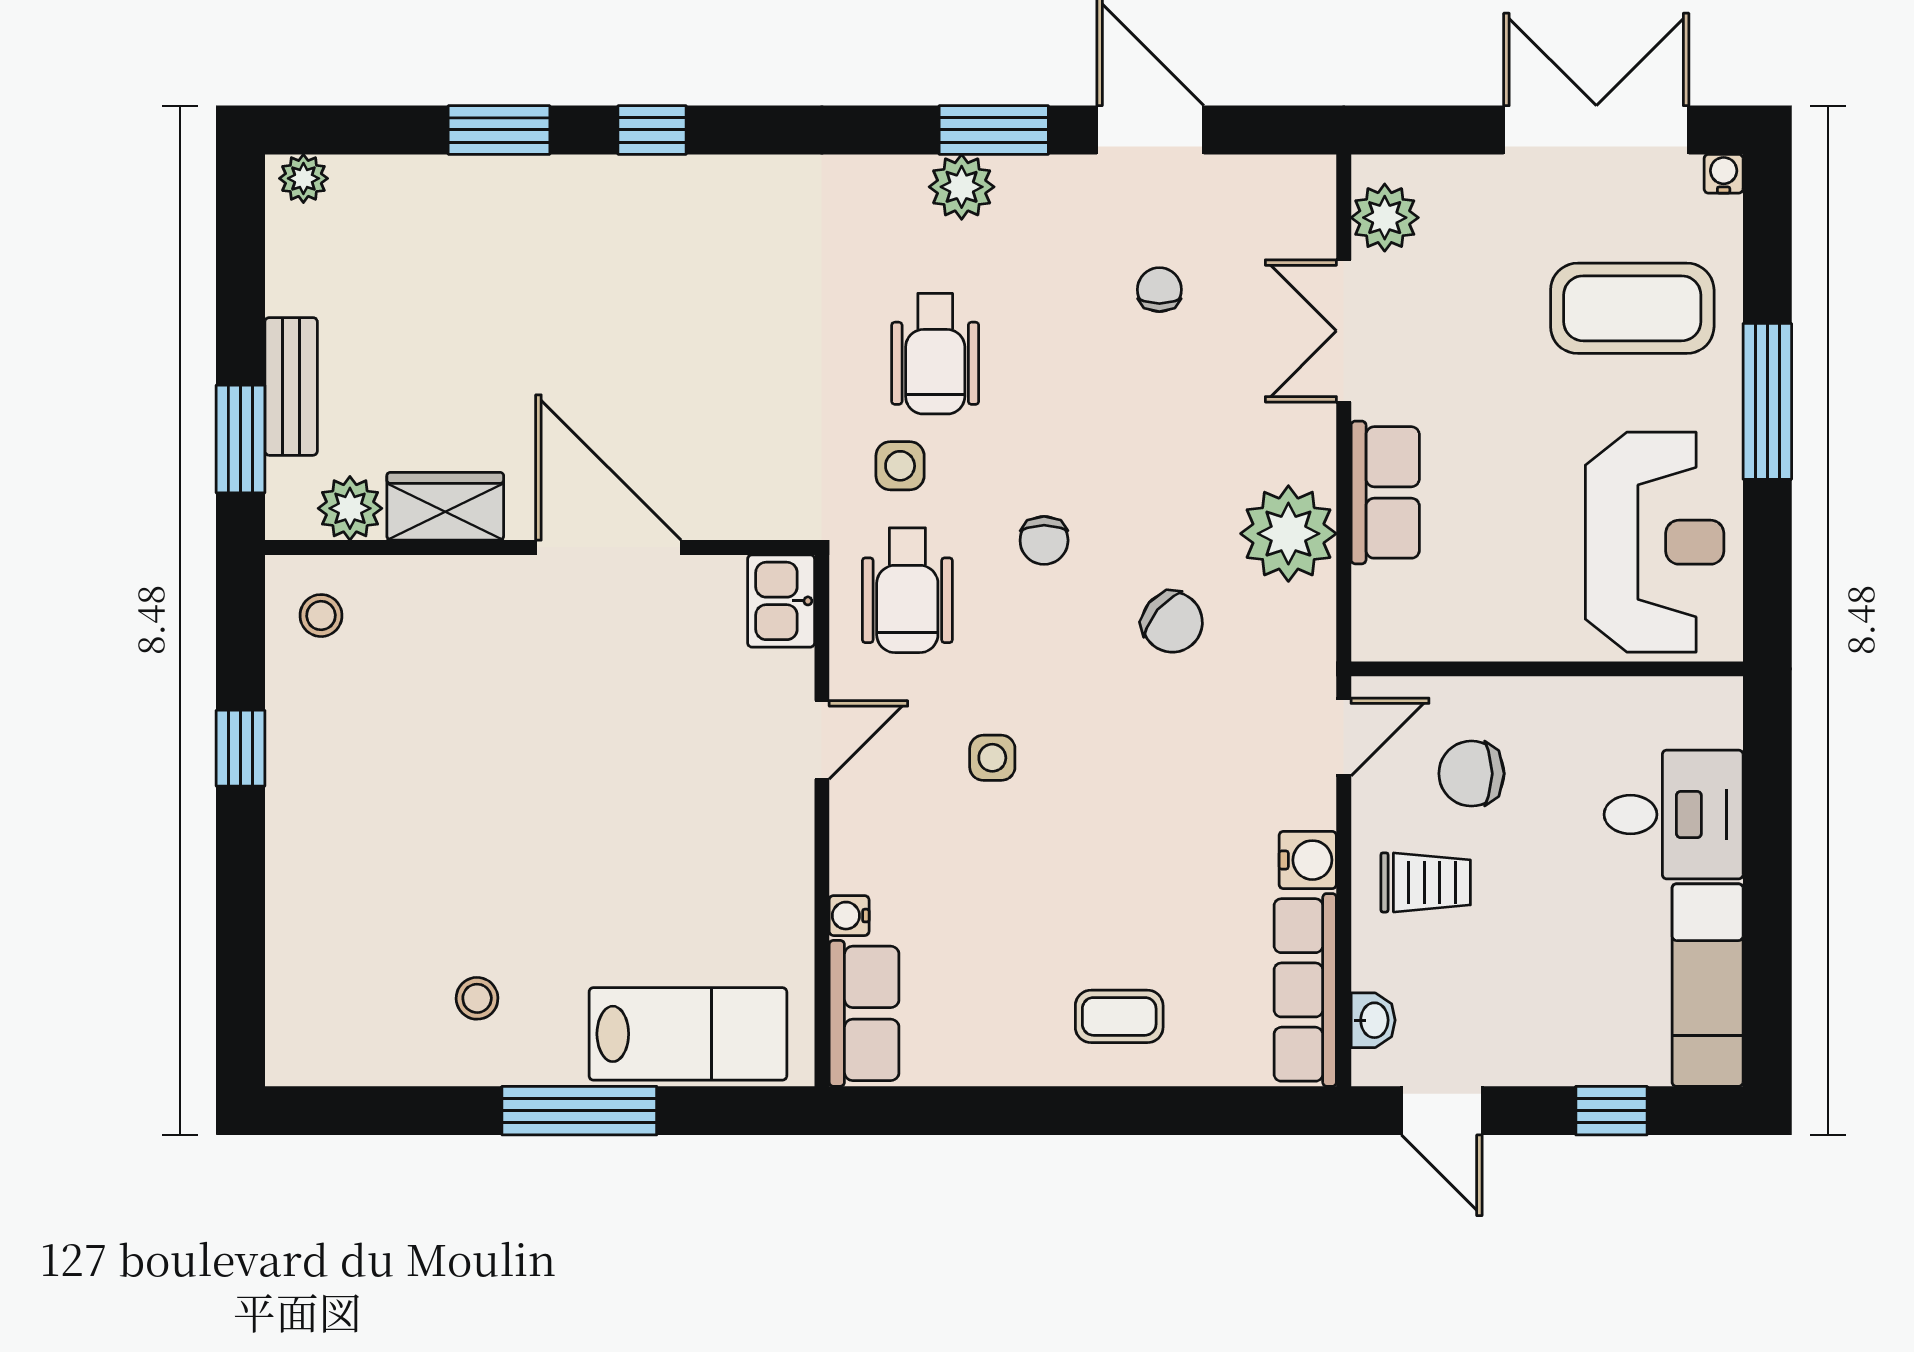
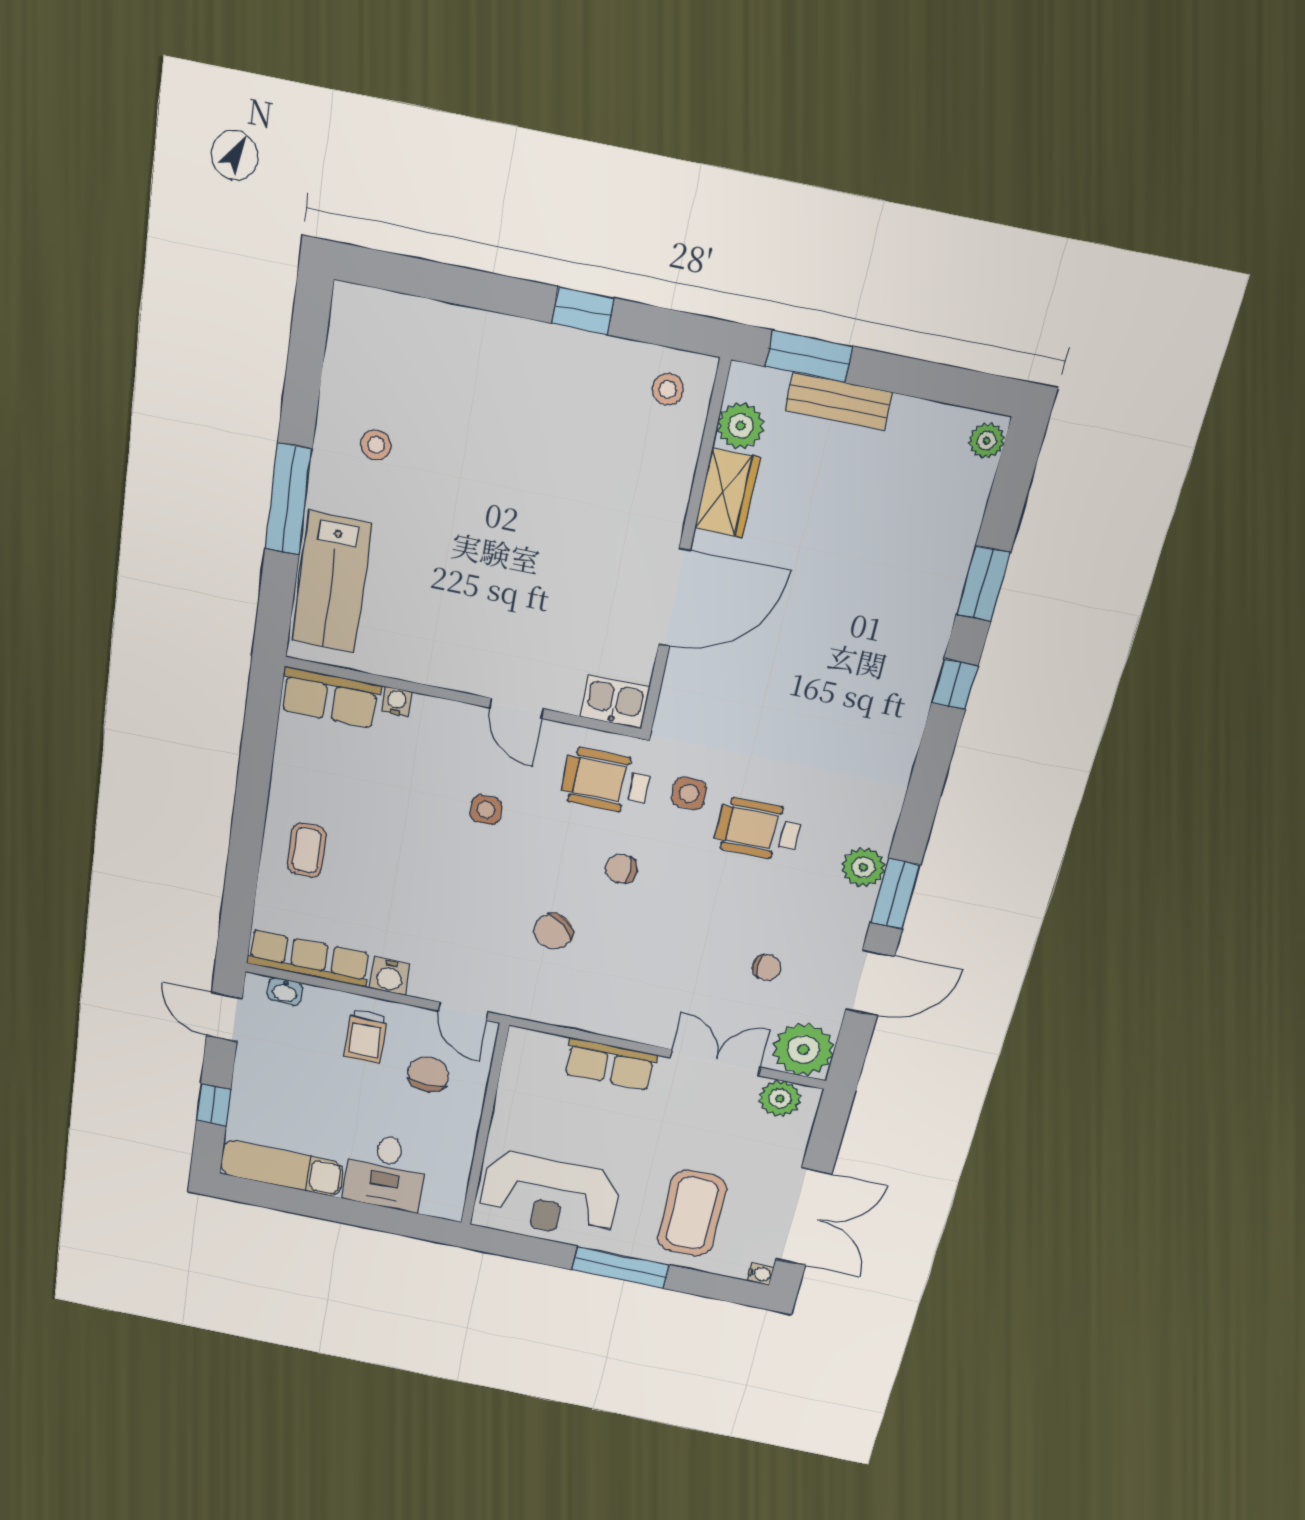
plant: (1288, 534) -> (803, 1049), moved
door: (1442, 1111) -> (224, 1017), hinge flipped

